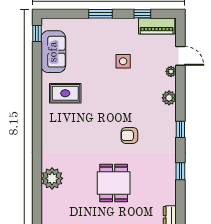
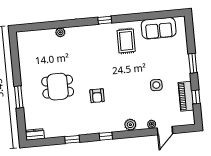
piano: (157, 26) -> (186, 96), moved
window: (37, 33) -> (105, 20), moved
armchair: (129, 135) -> (97, 96), turned 180
plant: (52, 178) -> (60, 32), width x0.53, depth x0.53

